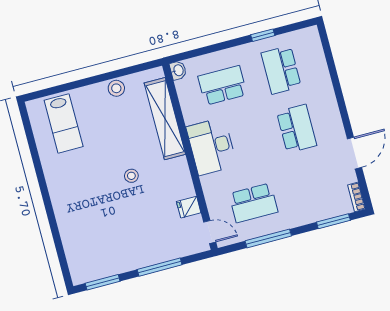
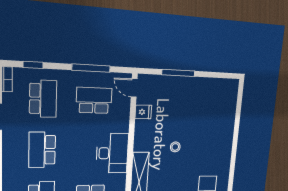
school desk: (312, 187) -> (43, 99), added
window: (333, 221) -> (33, 65), width x0.67
window: (103, 282) -> (220, 75), removed

